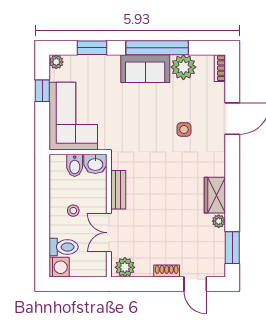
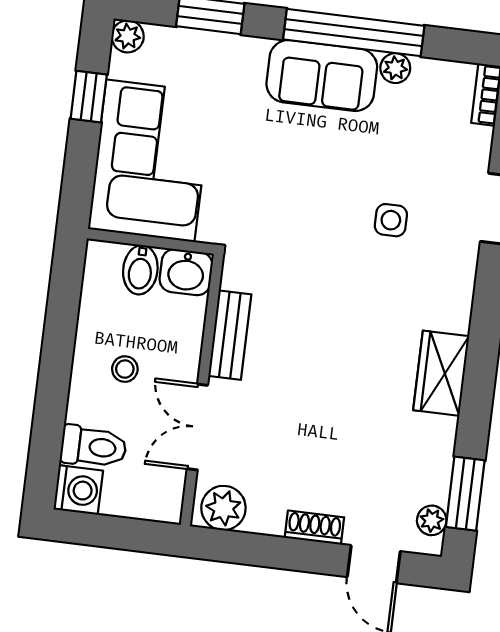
plant: (183, 67) -> (395, 68), width x0.53, depth x0.53
plant: (219, 221) -> (432, 520), moved

